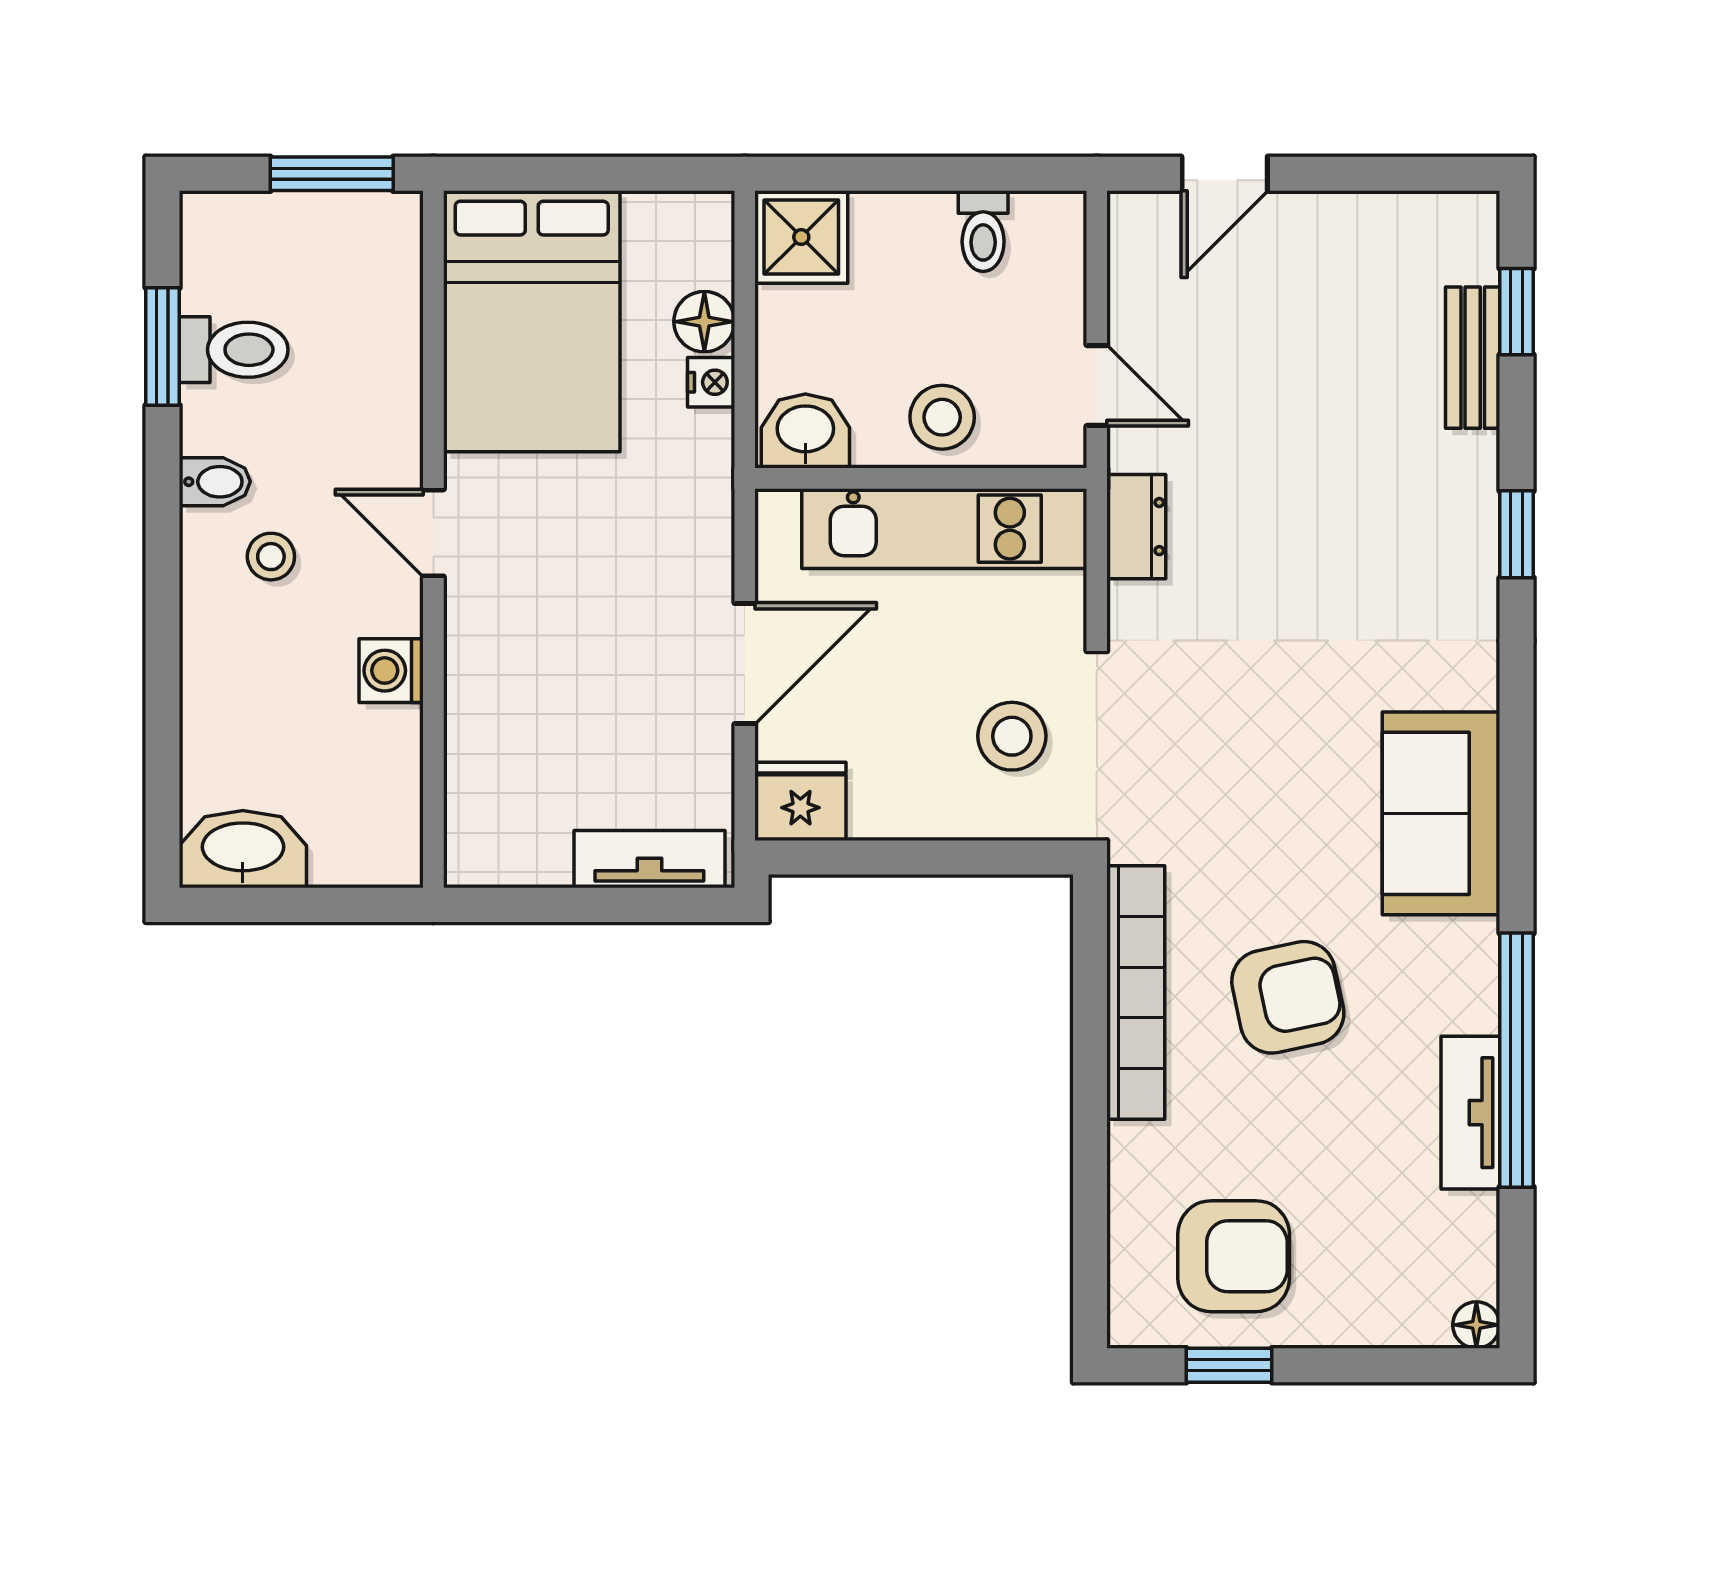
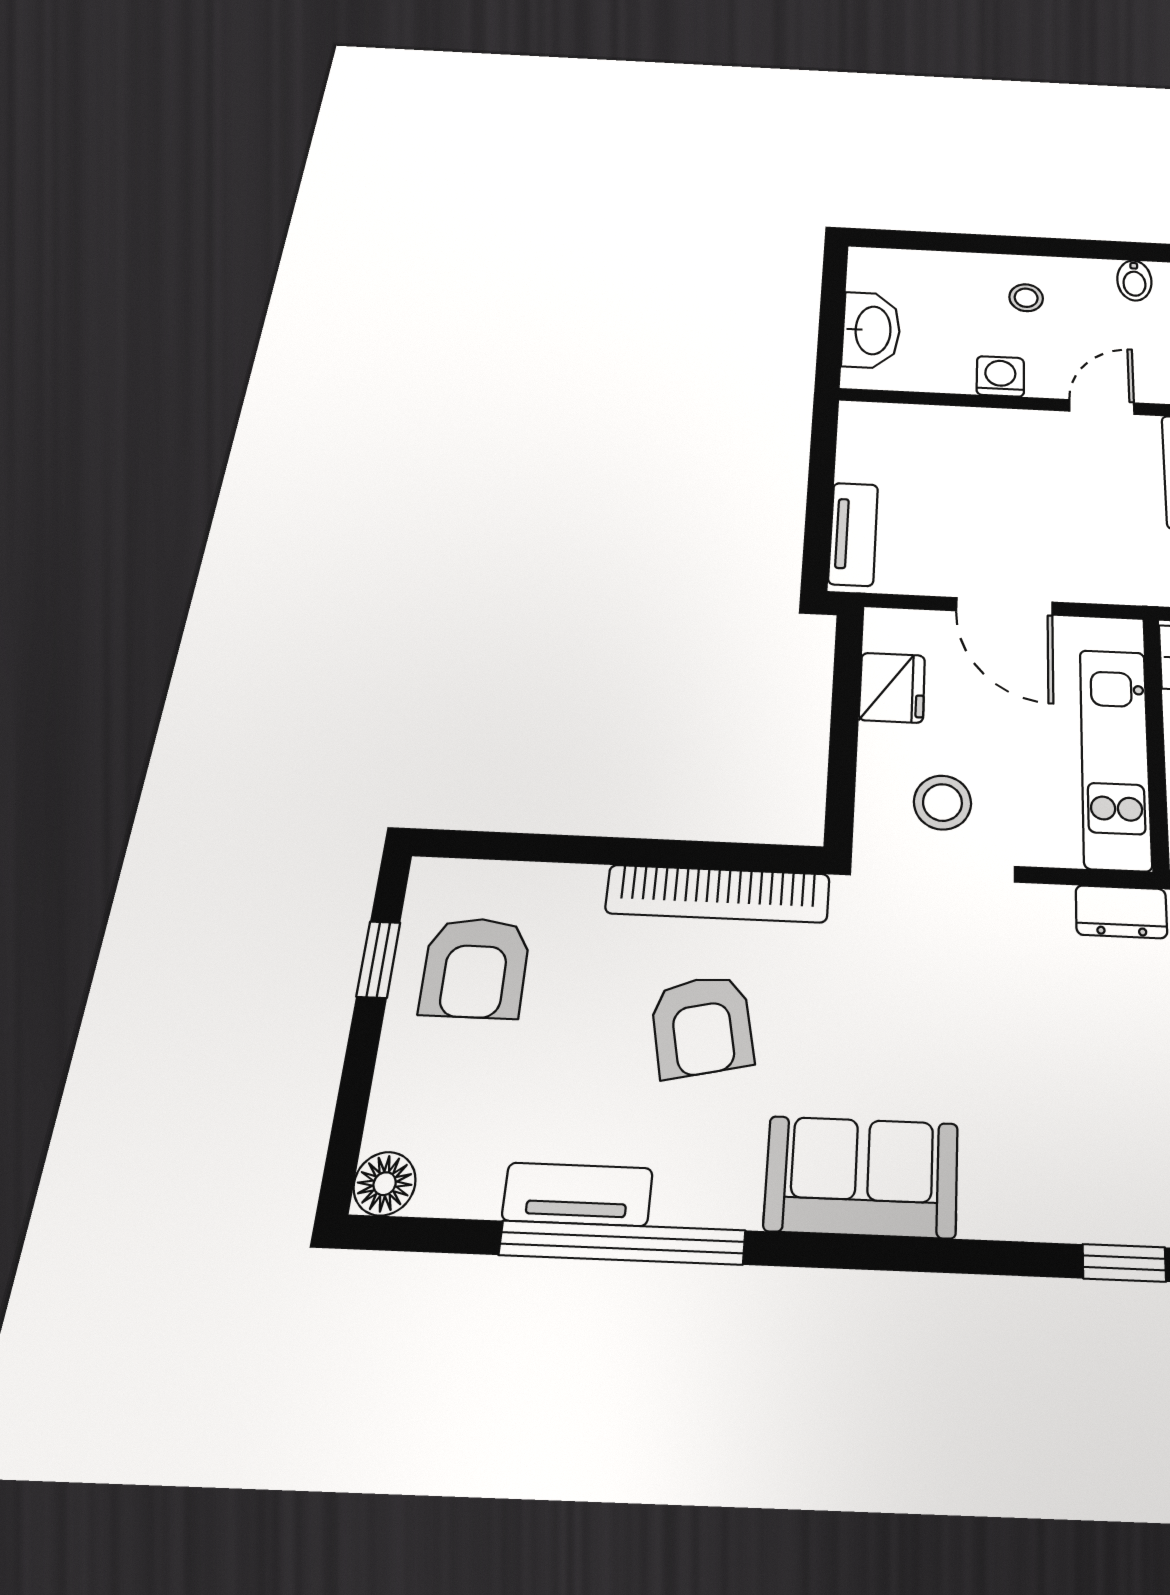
stool: (271, 557) -> (1026, 298), moved
fridge: (800, 801) -> (892, 688), moved
washbasin: (243, 849) -> (871, 330), moved
floor lamp: (1476, 1325) -> (385, 1184), width x1.37, depth x1.37

